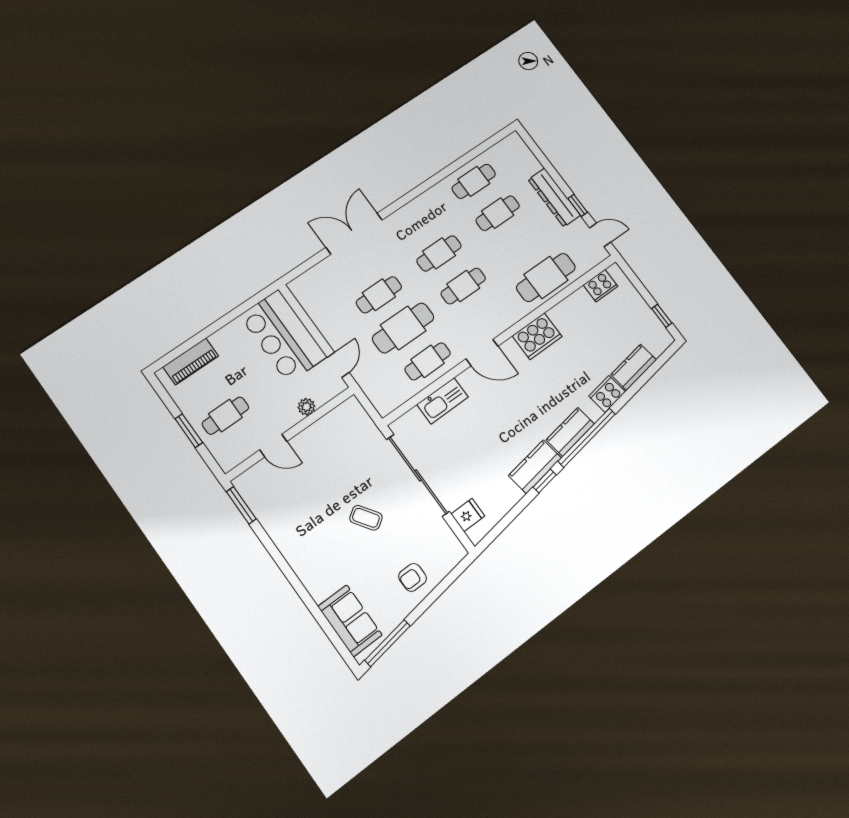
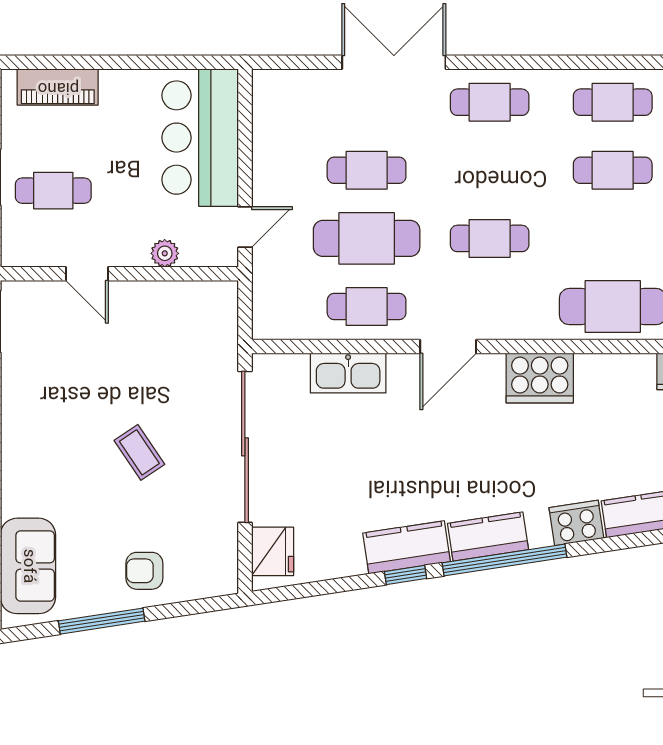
cafe table: (439, 253) -> (490, 102), moved
door: (482, 353) -> (448, 347), hinge flipped
fridge: (468, 515) -> (273, 551), width x1.38
window: (388, 643) -> (102, 621), moved

